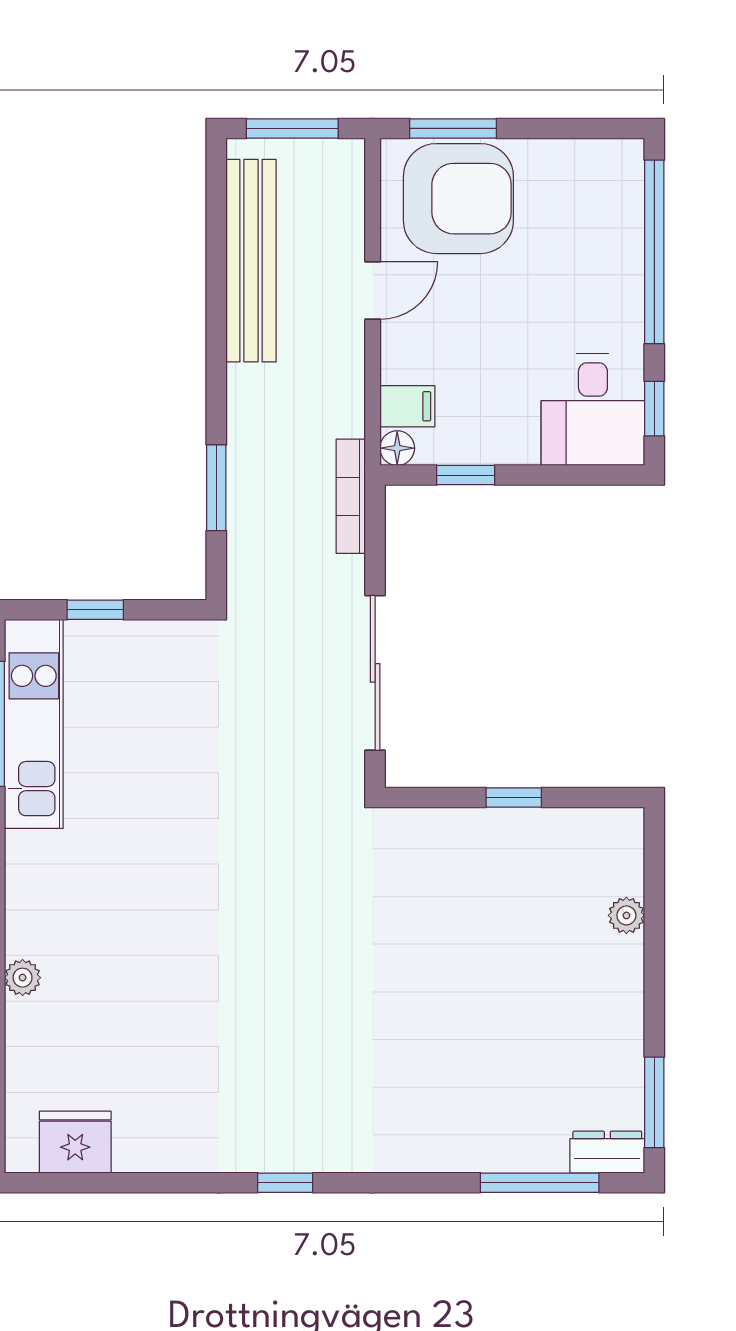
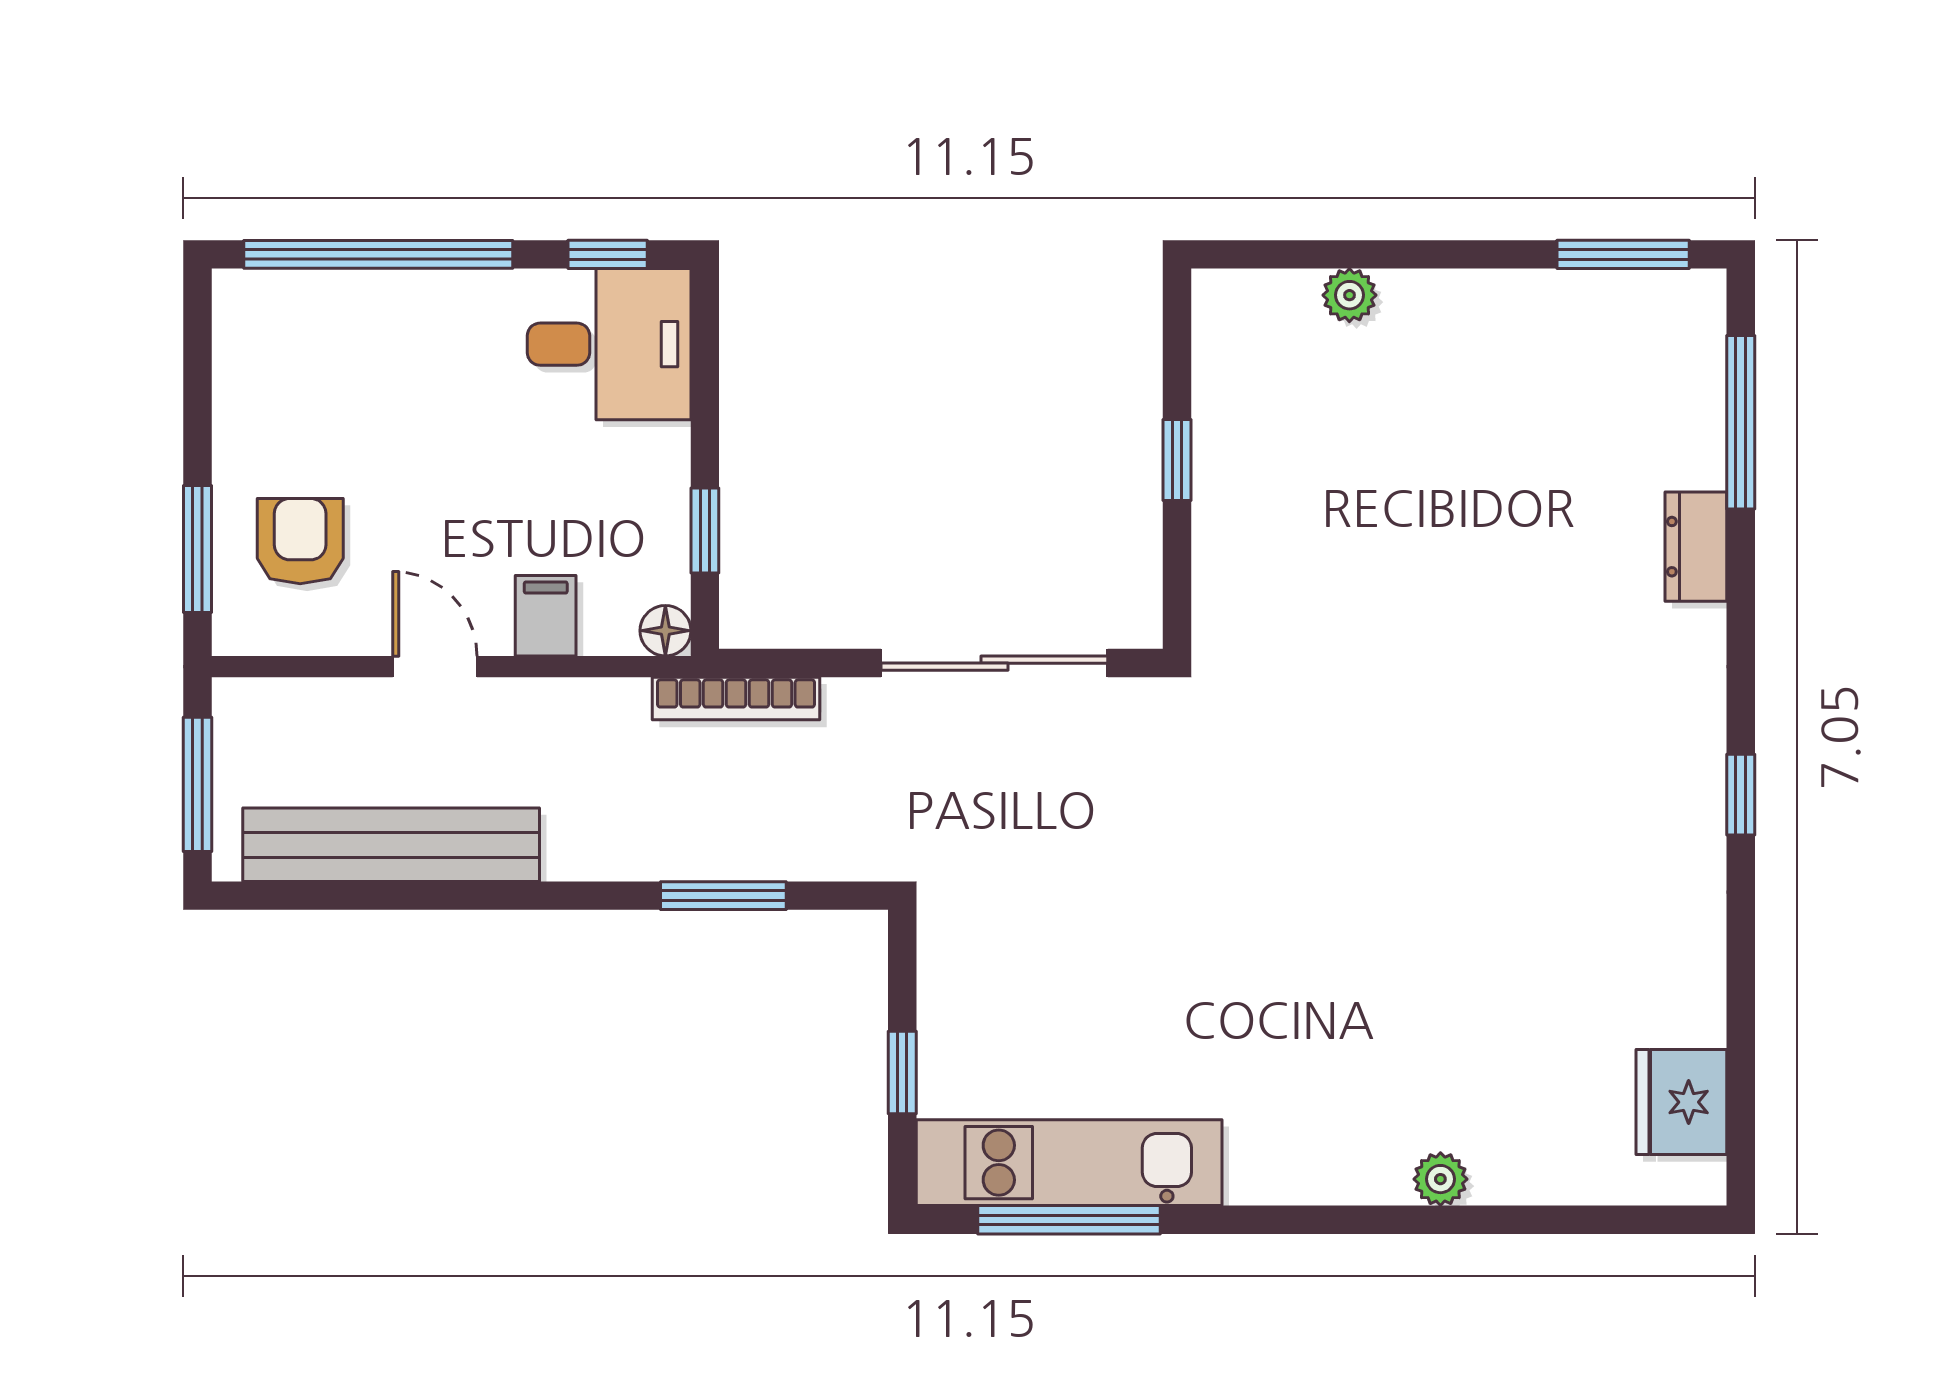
armchair: (458, 199) -> (300, 541), width x0.53, depth x0.53
filing cabinet: (407, 406) -> (546, 616), moved
dresser: (607, 1152) -> (1696, 547), moved

